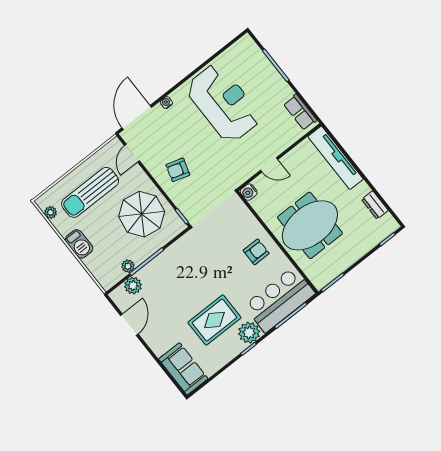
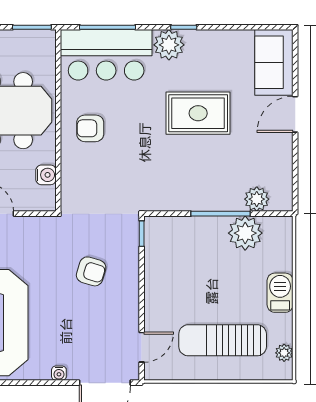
armchair: (178, 170) -> (91, 271), moved
sun lounger: (90, 192) -> (223, 340), turned 180
water cooler: (249, 192) -> (46, 175), moved
parasol: (142, 214) -> (184, 271), removed
plant: (128, 266) -> (245, 233), width x1.87, depth x1.87
rug: (214, 320) -> (198, 113), moved
door: (129, 325) -> (295, 114), moved

